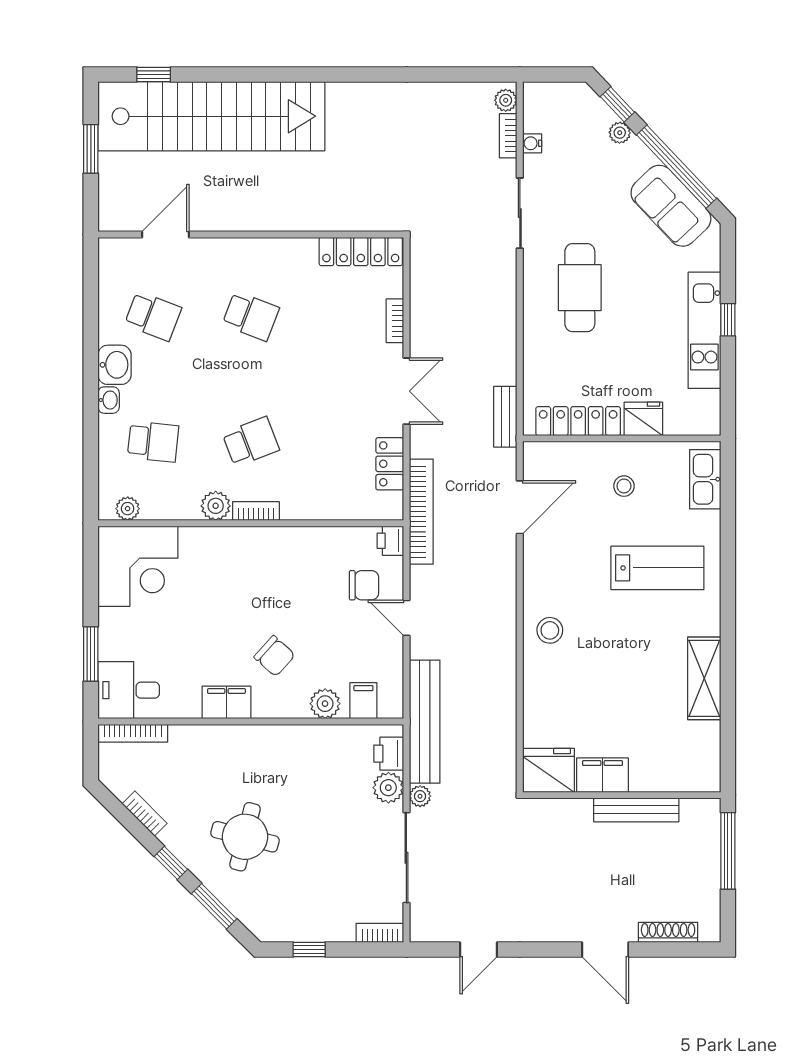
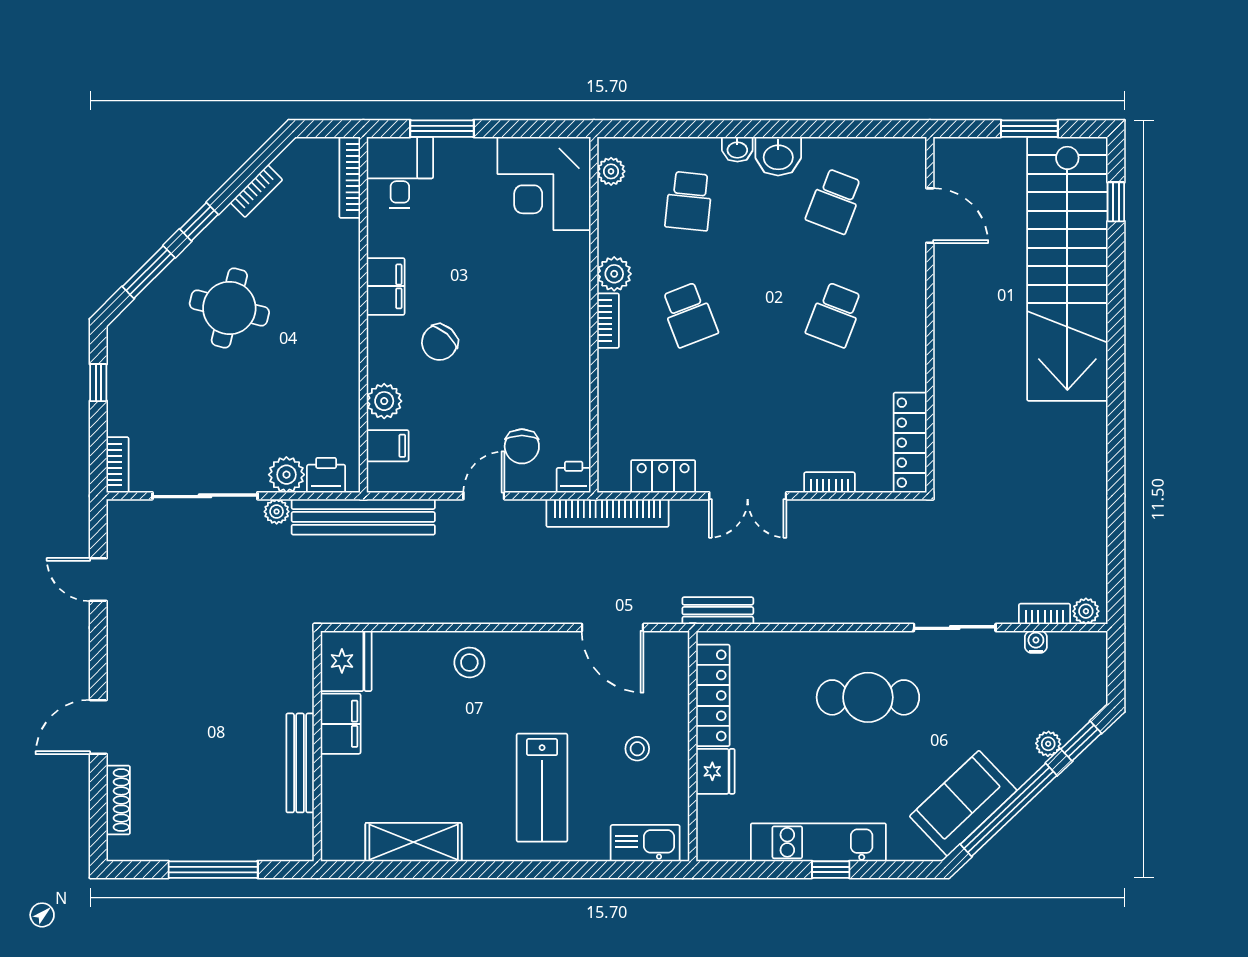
fridge: (549, 770) -> (346, 661), moved
filing cabinet: (602, 775) -> (341, 724), moved
wall: (622, 795) -> (317, 746), moved
bench: (636, 810) -> (300, 763), moved

